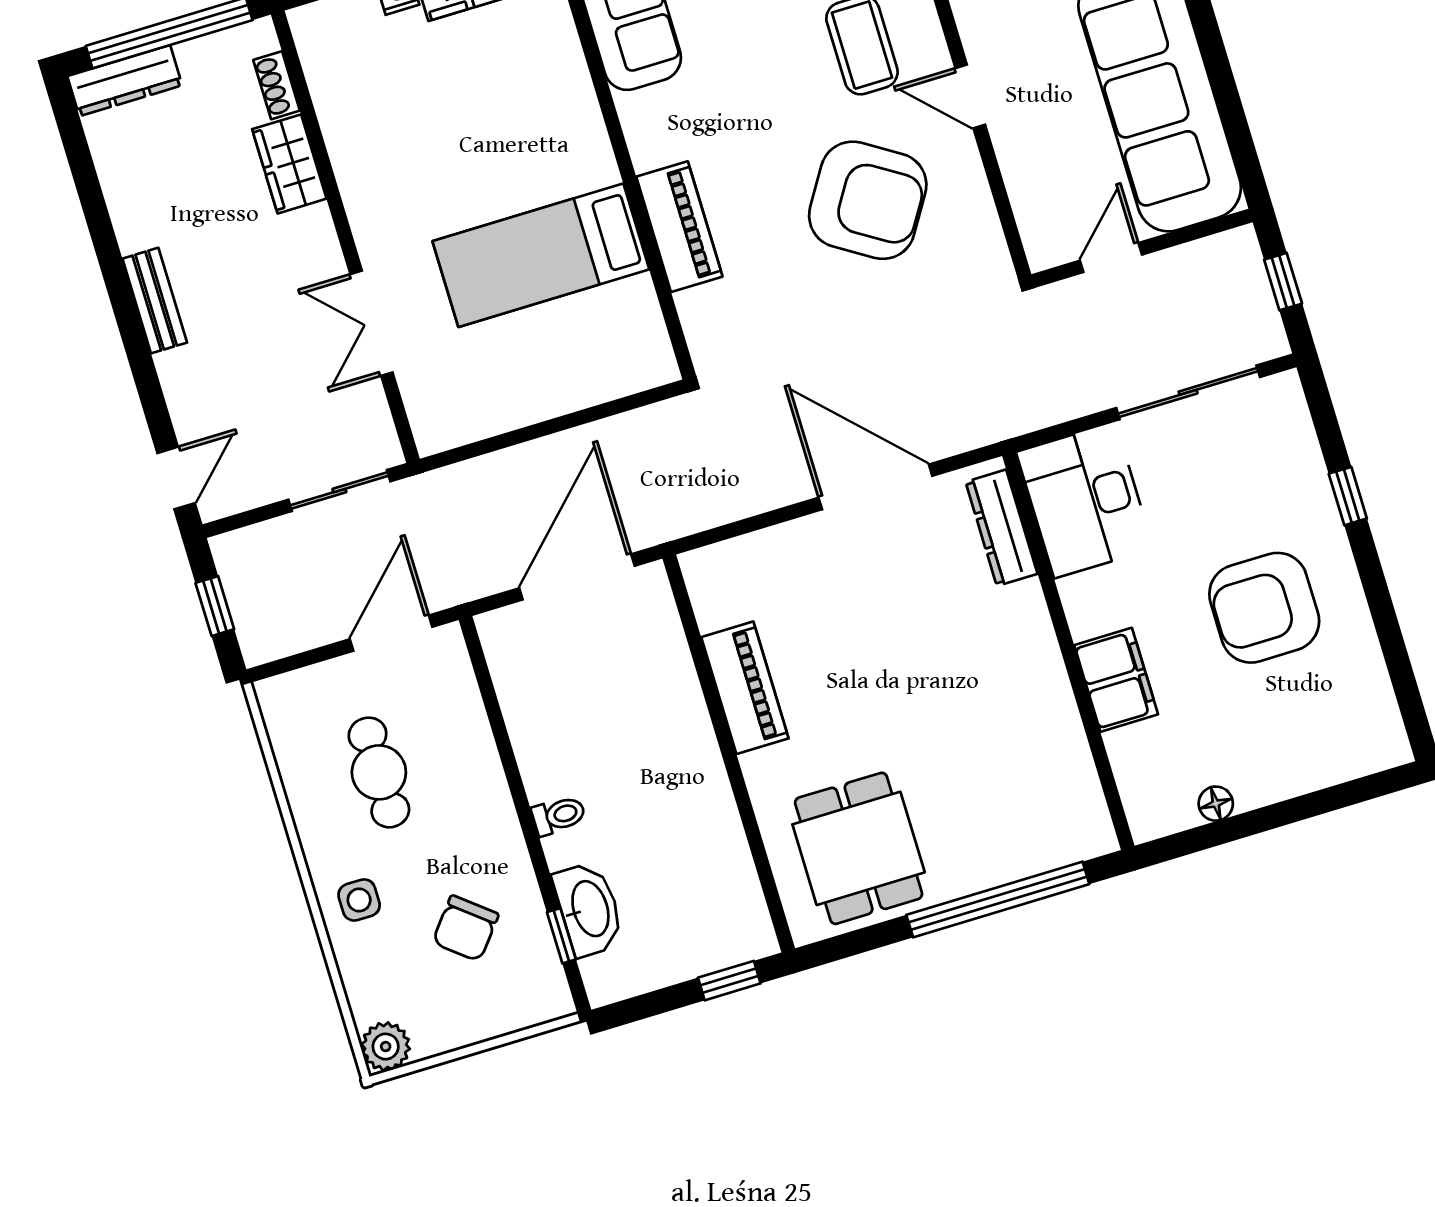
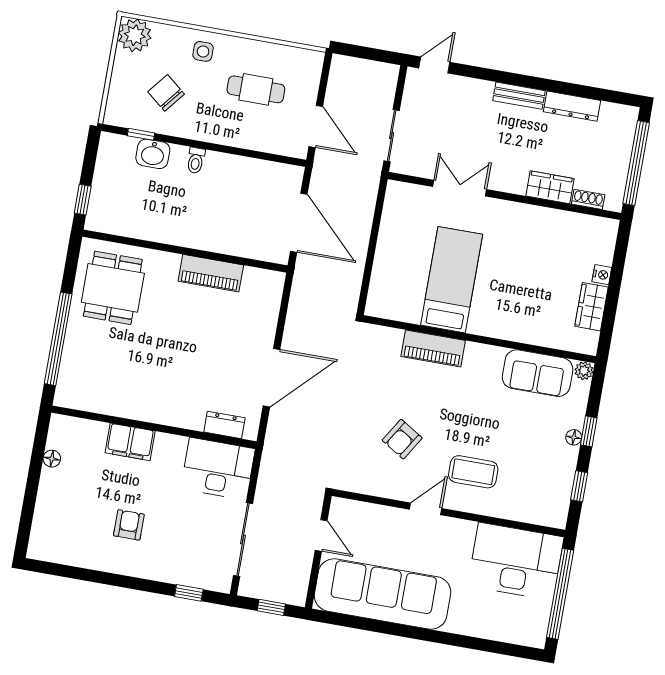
dresser: (125, 81) -> (572, 106), moved, turned -90
armchair: (868, 200) -> (402, 439), width x0.53, depth x0.53
door: (176, 478) -> (434, 65), swing flipped
window: (1348, 496) -> (189, 593), moved
dresser: (1002, 528) -> (224, 425), width x0.70
window: (215, 606) -> (368, 53), removed
armchair: (1264, 608) -> (129, 525), width x0.53, depth x0.53
dining table: (859, 848) -> (113, 288), turned 90
washbasin: (589, 909) -> (153, 154), width x0.72
plant: (386, 1047) -> (135, 35), width x1.36, depth x1.36

